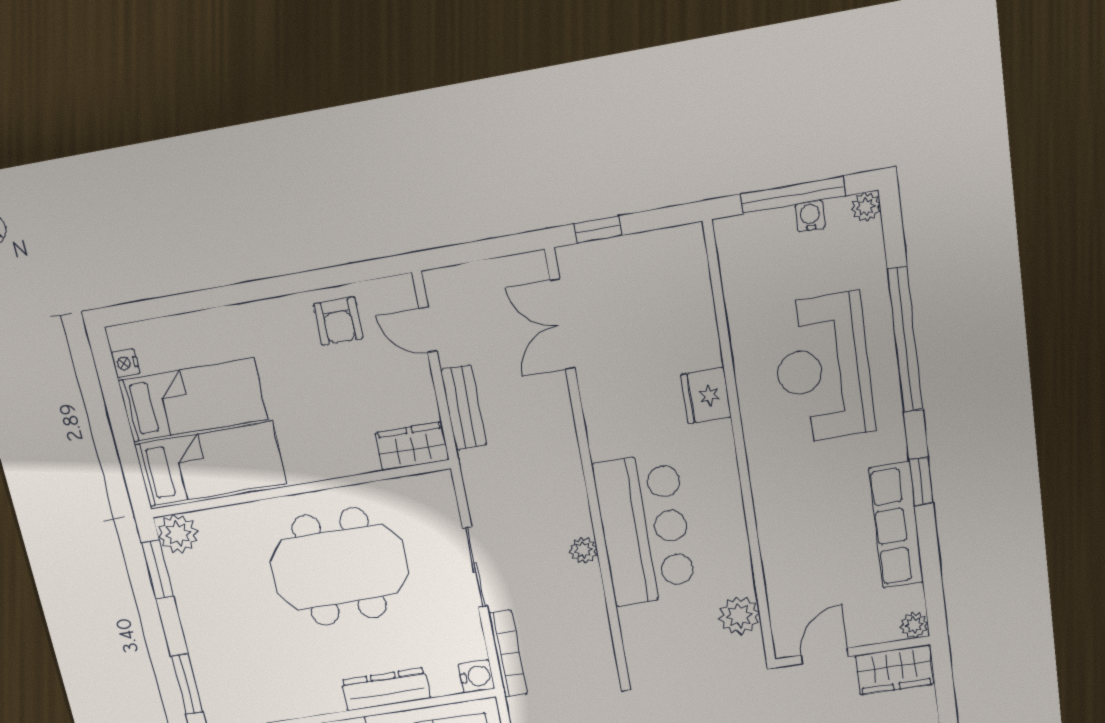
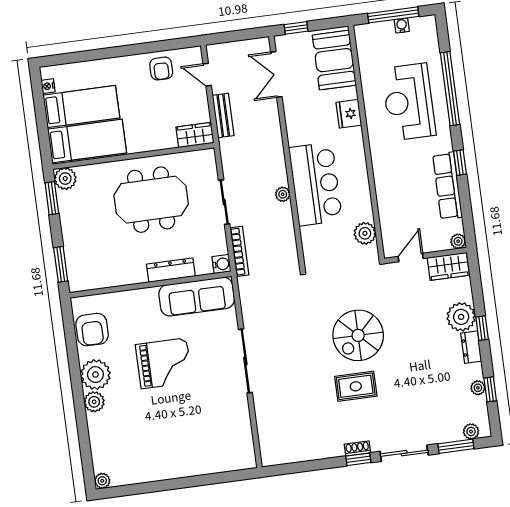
plant: (866, 207) -> (429, 22), removed
booth: (676, 292) -> (334, 60), added

